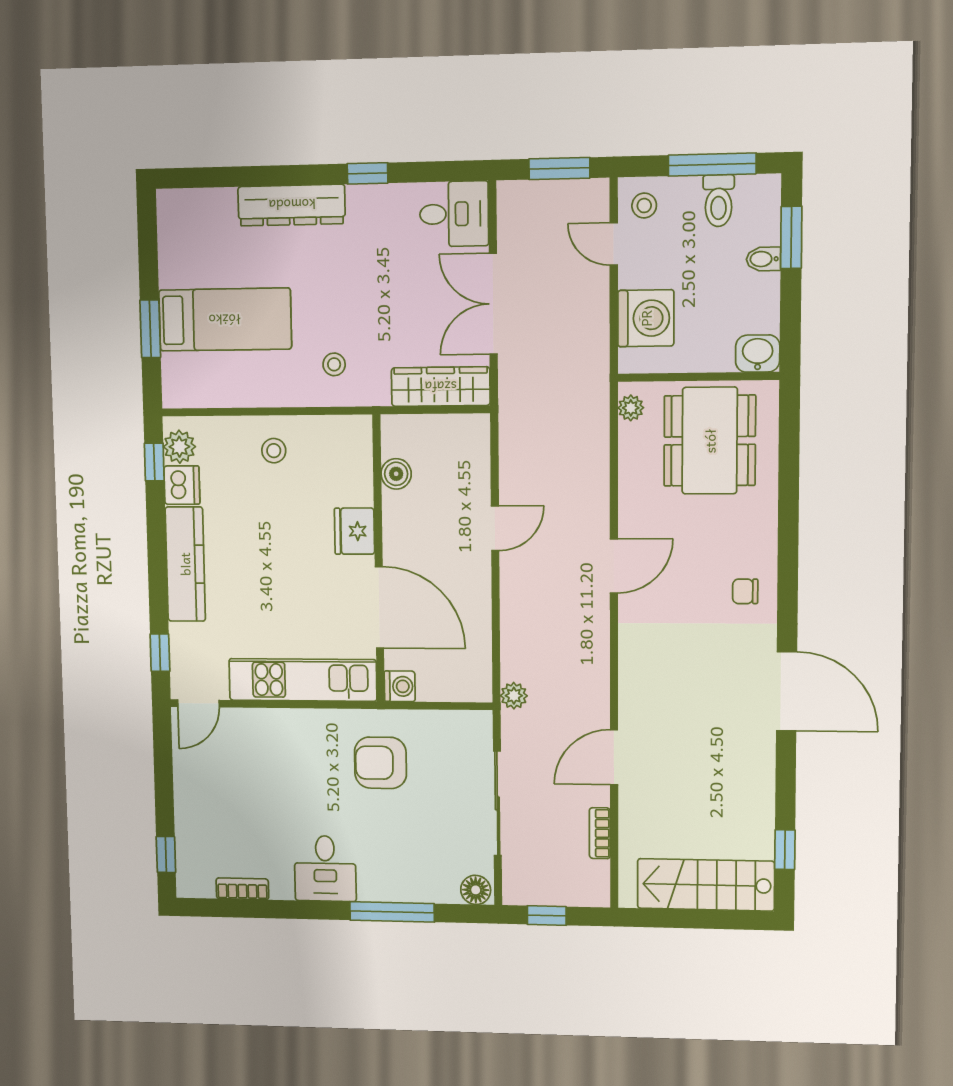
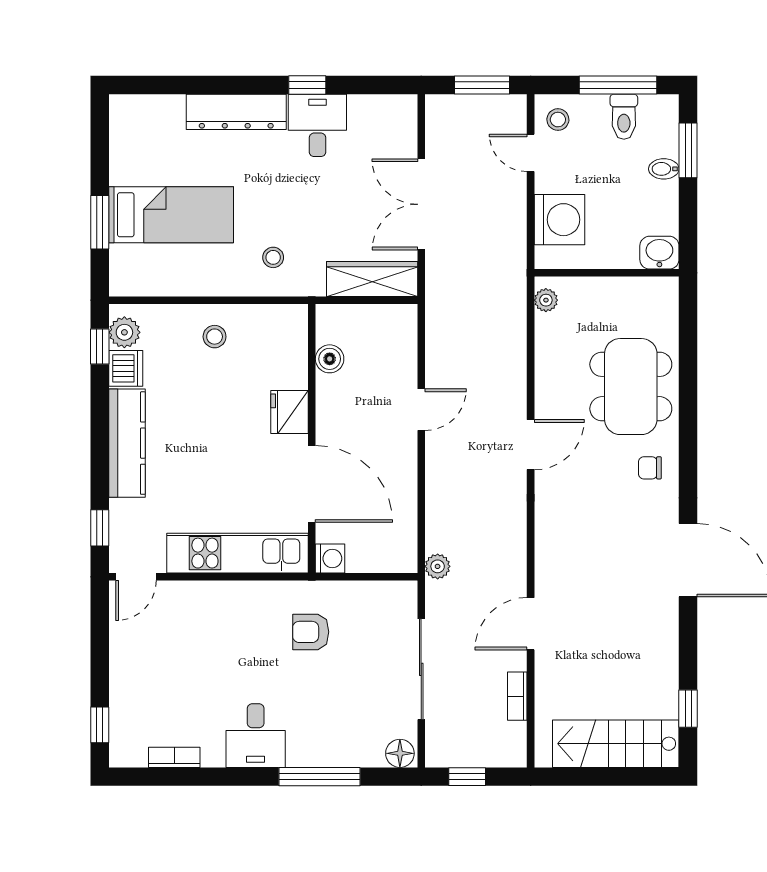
desk: (454, 214) -> (317, 125), moved, turned -90
dining table: (710, 441) -> (631, 387), moved
armchair: (381, 763) -> (311, 632), width x0.72, depth x0.72

